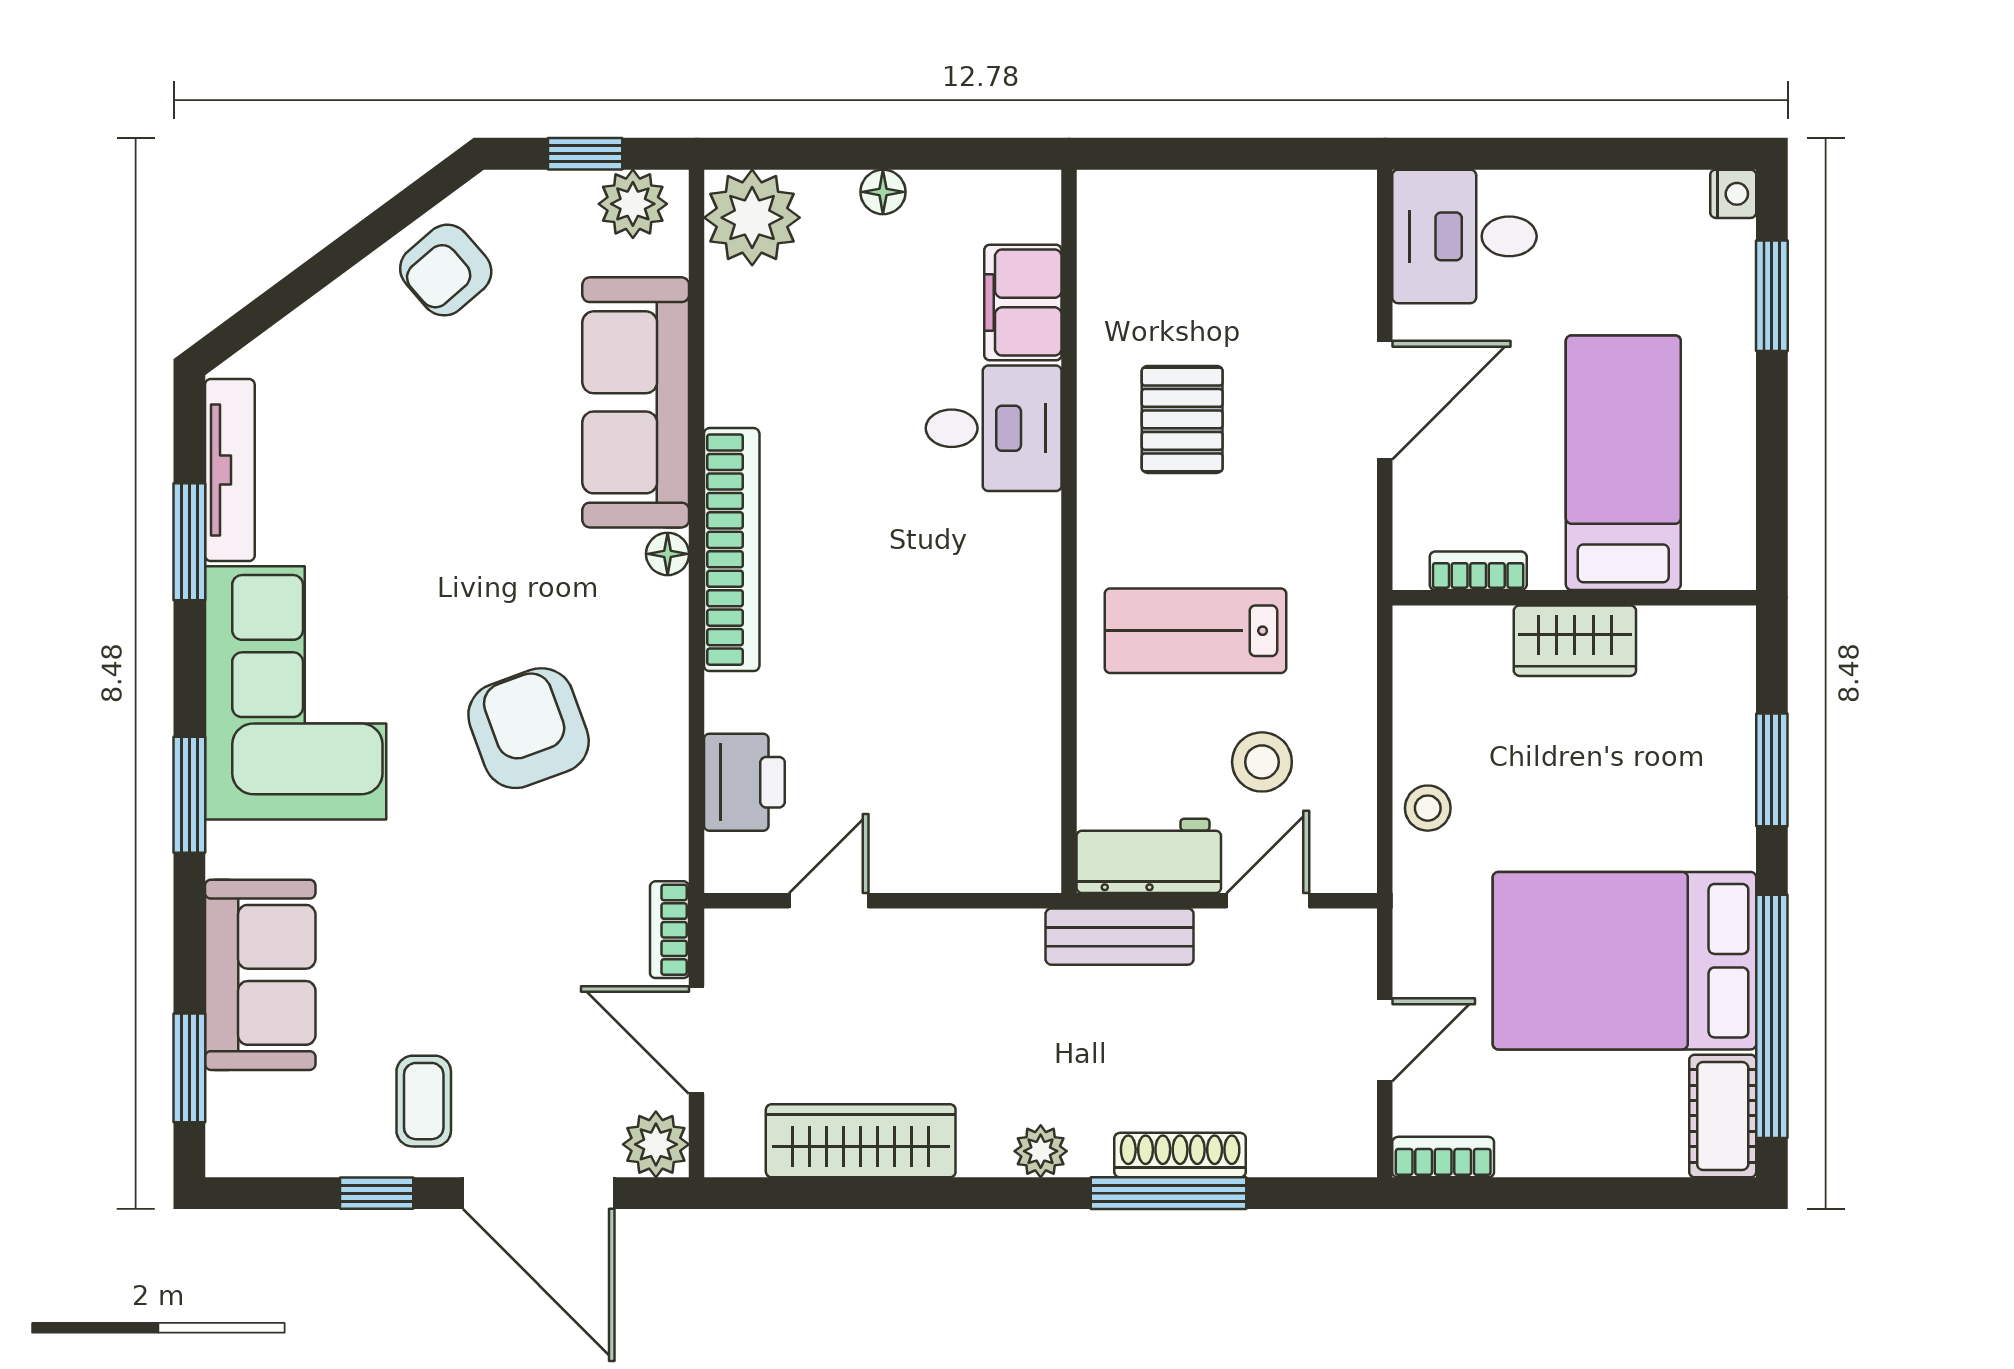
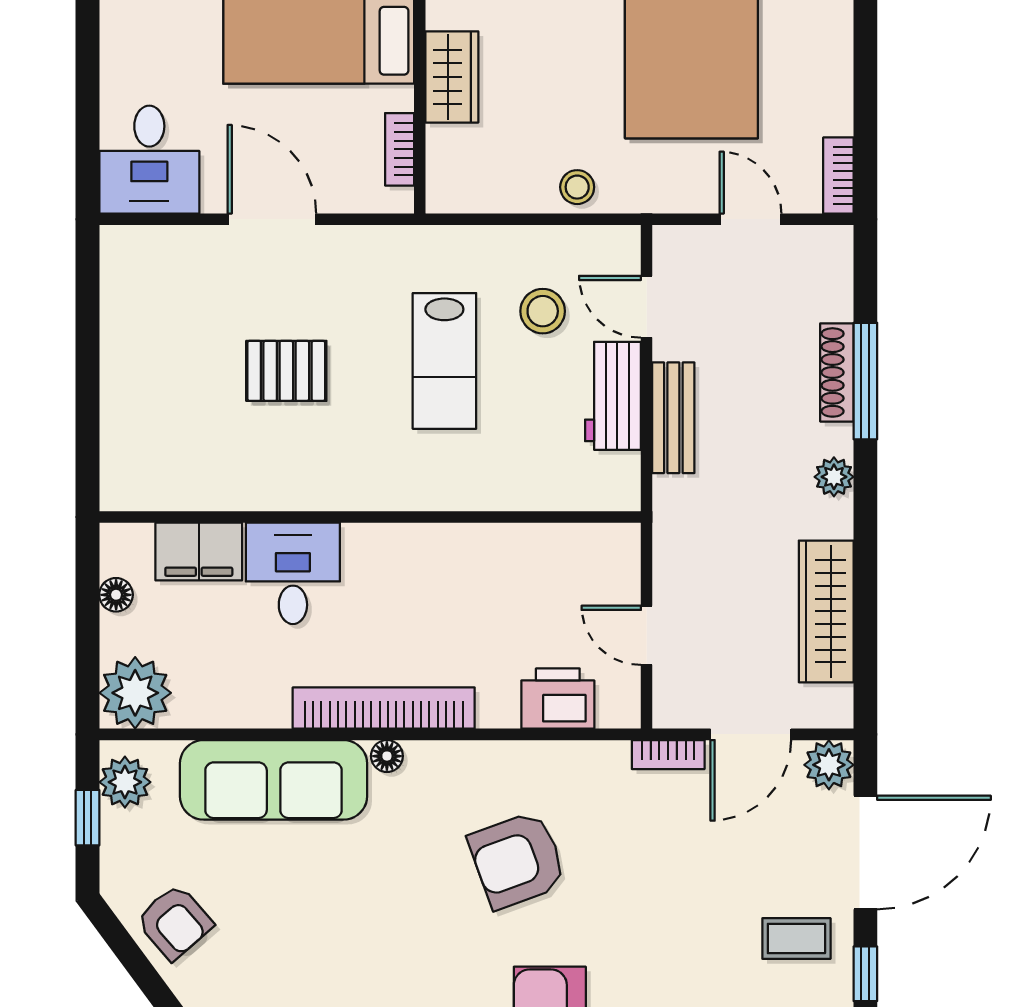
filing cabinet: (1023, 303) -> (199, 552), moved
desk: (994, 428) -> (293, 573), moved
wall: (1069, 531) -> (370, 517), moved

